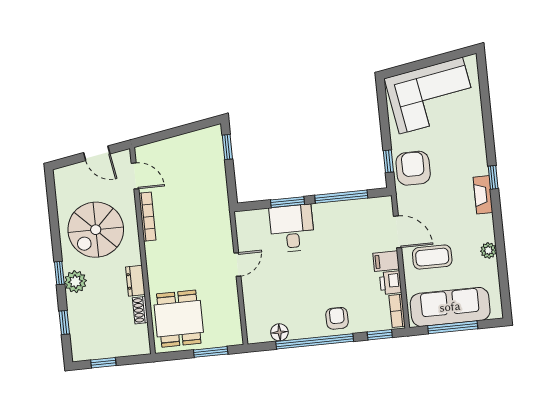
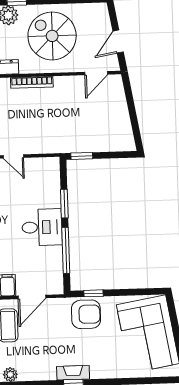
window: (227, 147) -> (82, 156), moved
fireplace: (483, 195) -> (73, 373), moved
bookcase: (147, 217) -> (32, 82), moved
desk: (292, 228) -> (42, 227), moved

